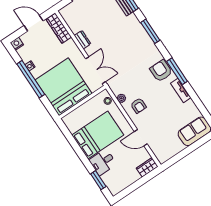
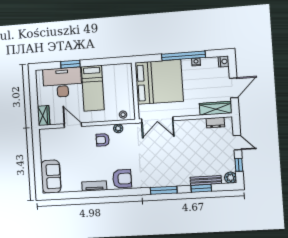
dresser: (83, 40) -> (215, 123), moved
window: (177, 71) -> (113, 193), removed
bed: (98, 135) -> (93, 88), width x0.67
door: (141, 138) -> (73, 125), hinge flipped
desk: (103, 162) -> (62, 82), width x1.87, depth x1.30
window: (98, 180) -> (70, 64), moved

